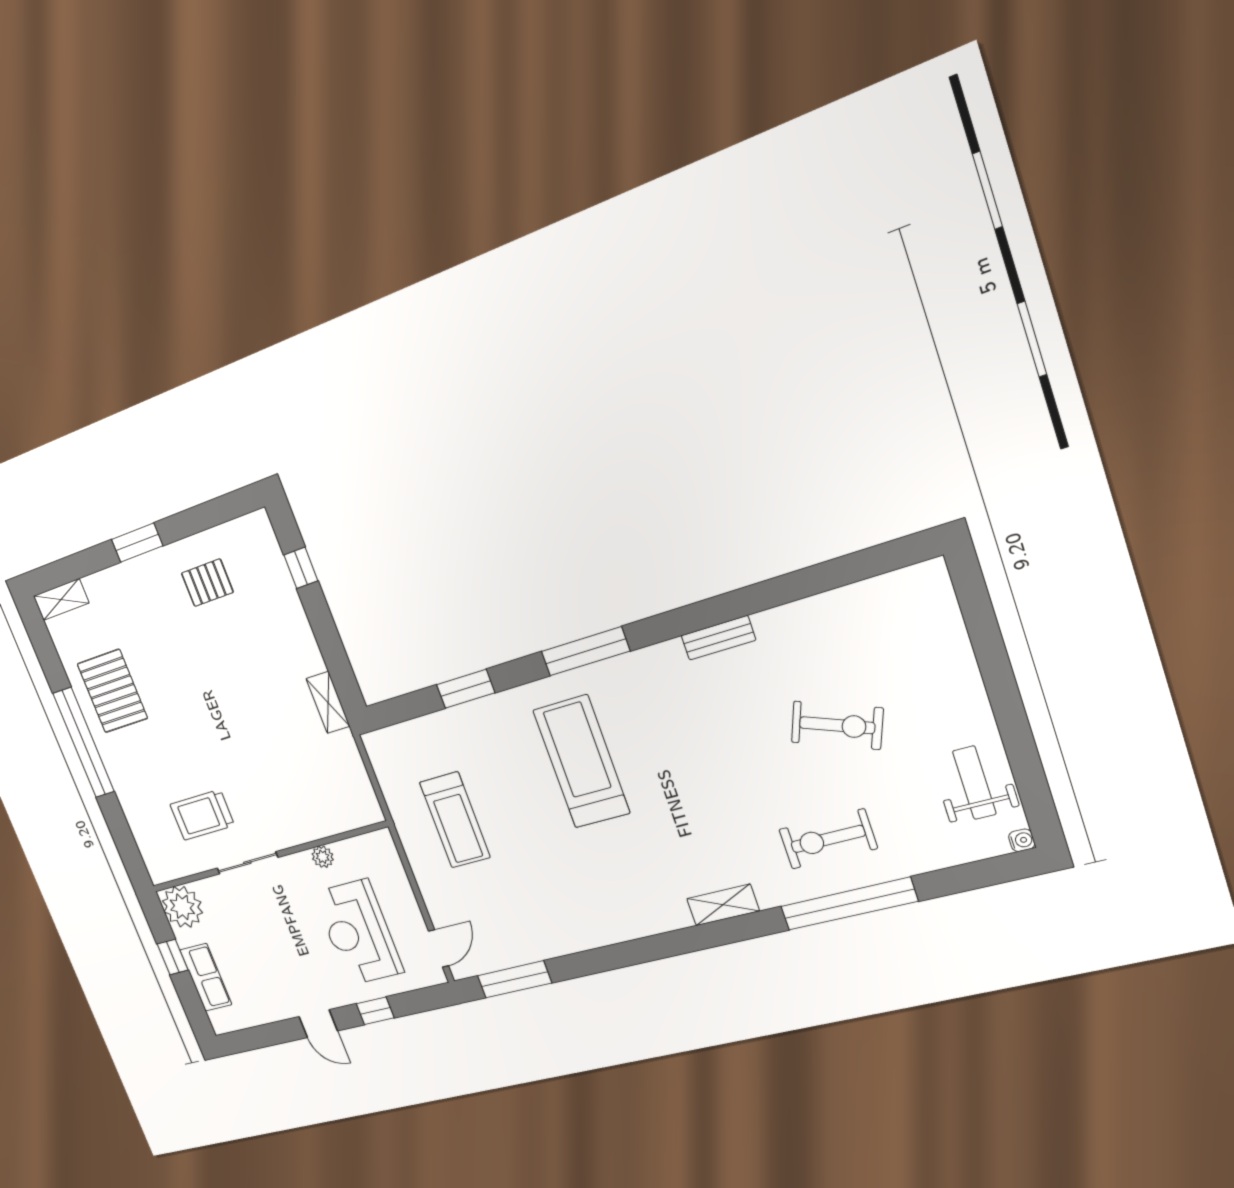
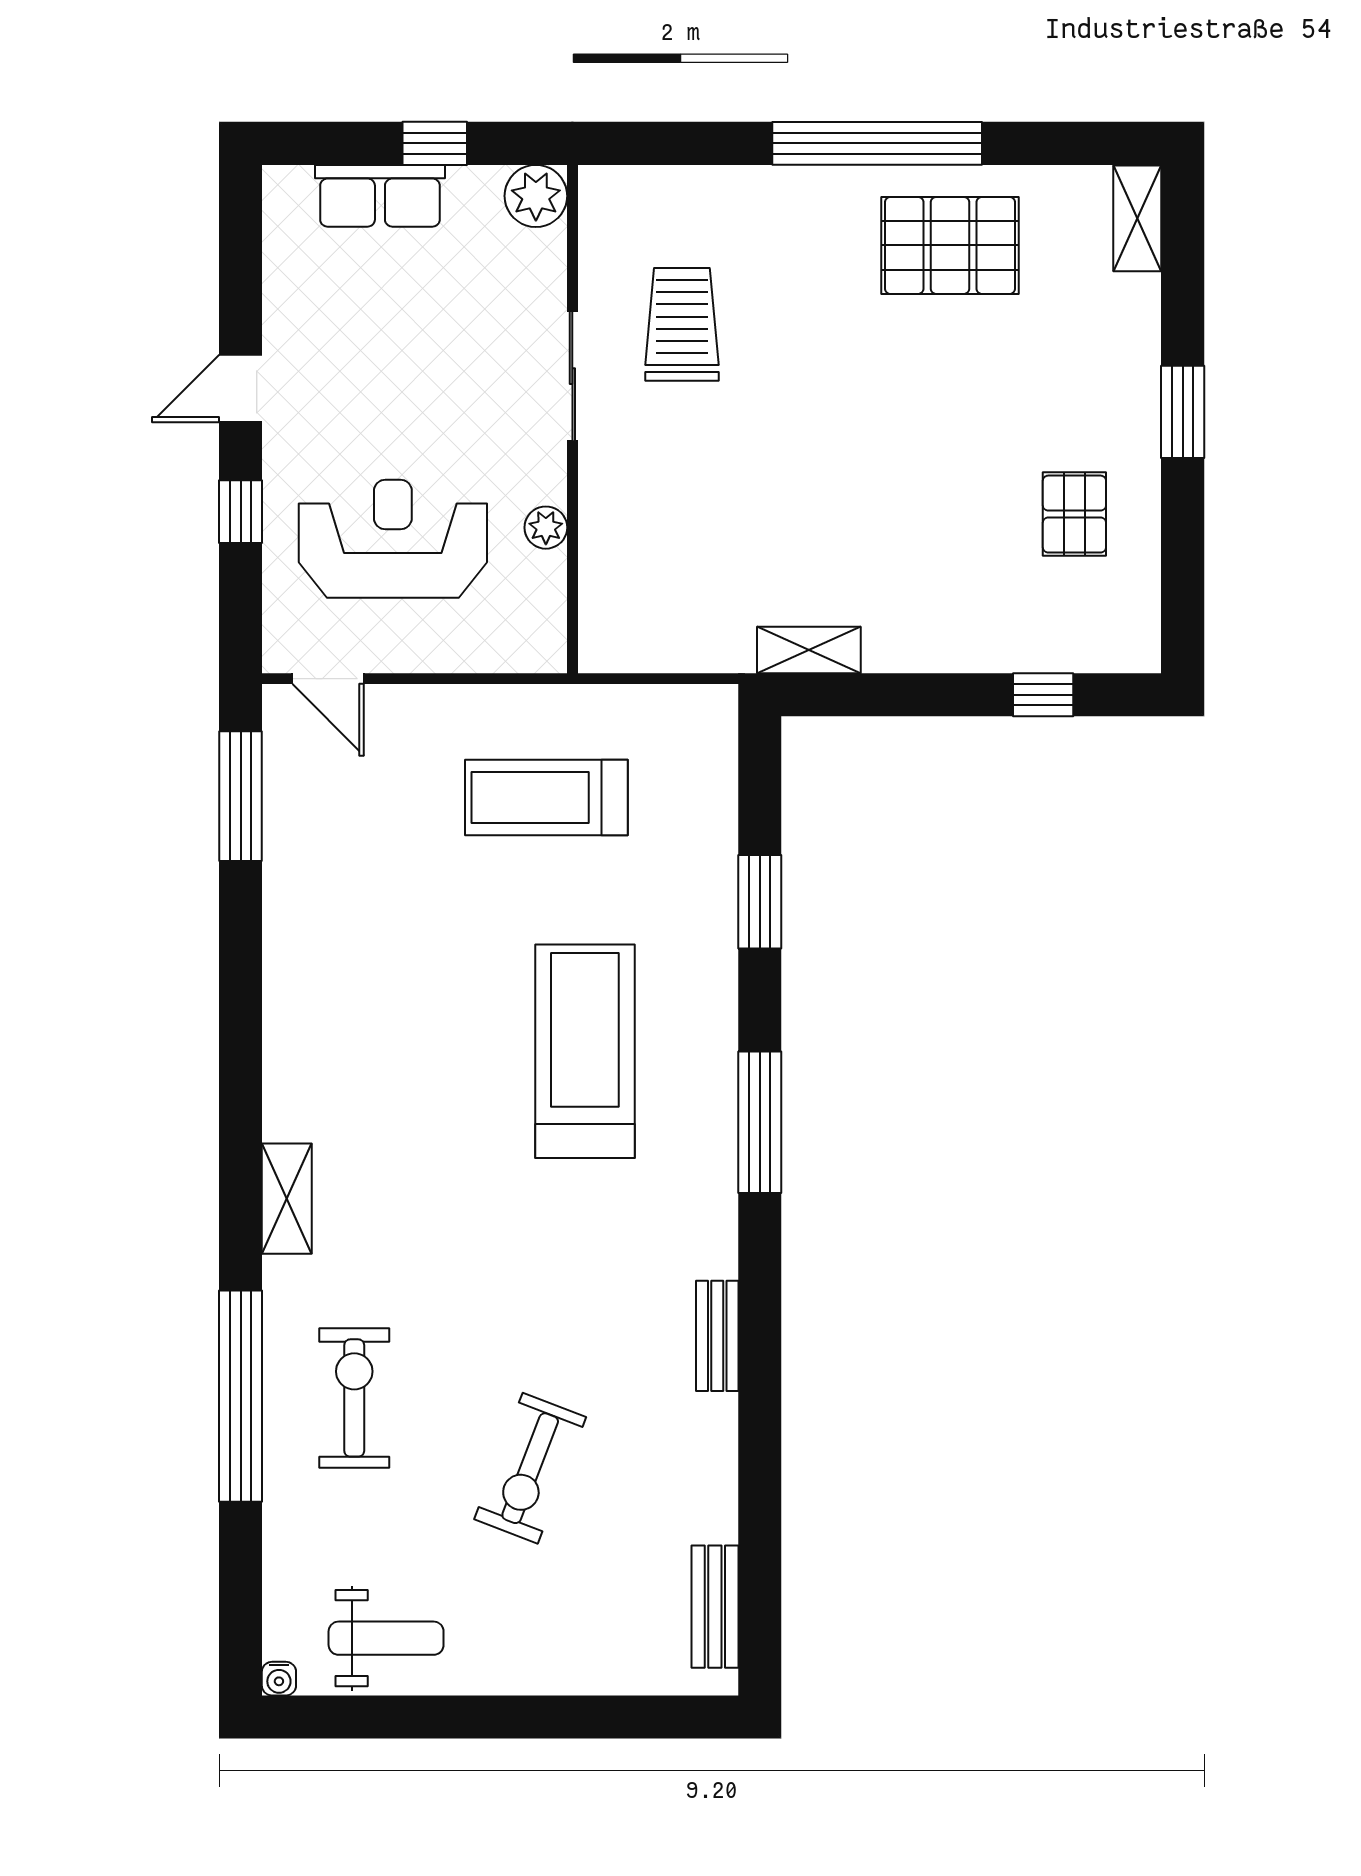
bench: (889, 587) -> (715, 1607), added
treadmill: (581, 762) -> (585, 1051), turned -90
plant: (182, 907) -> (536, 196), width x0.73, depth x0.73

